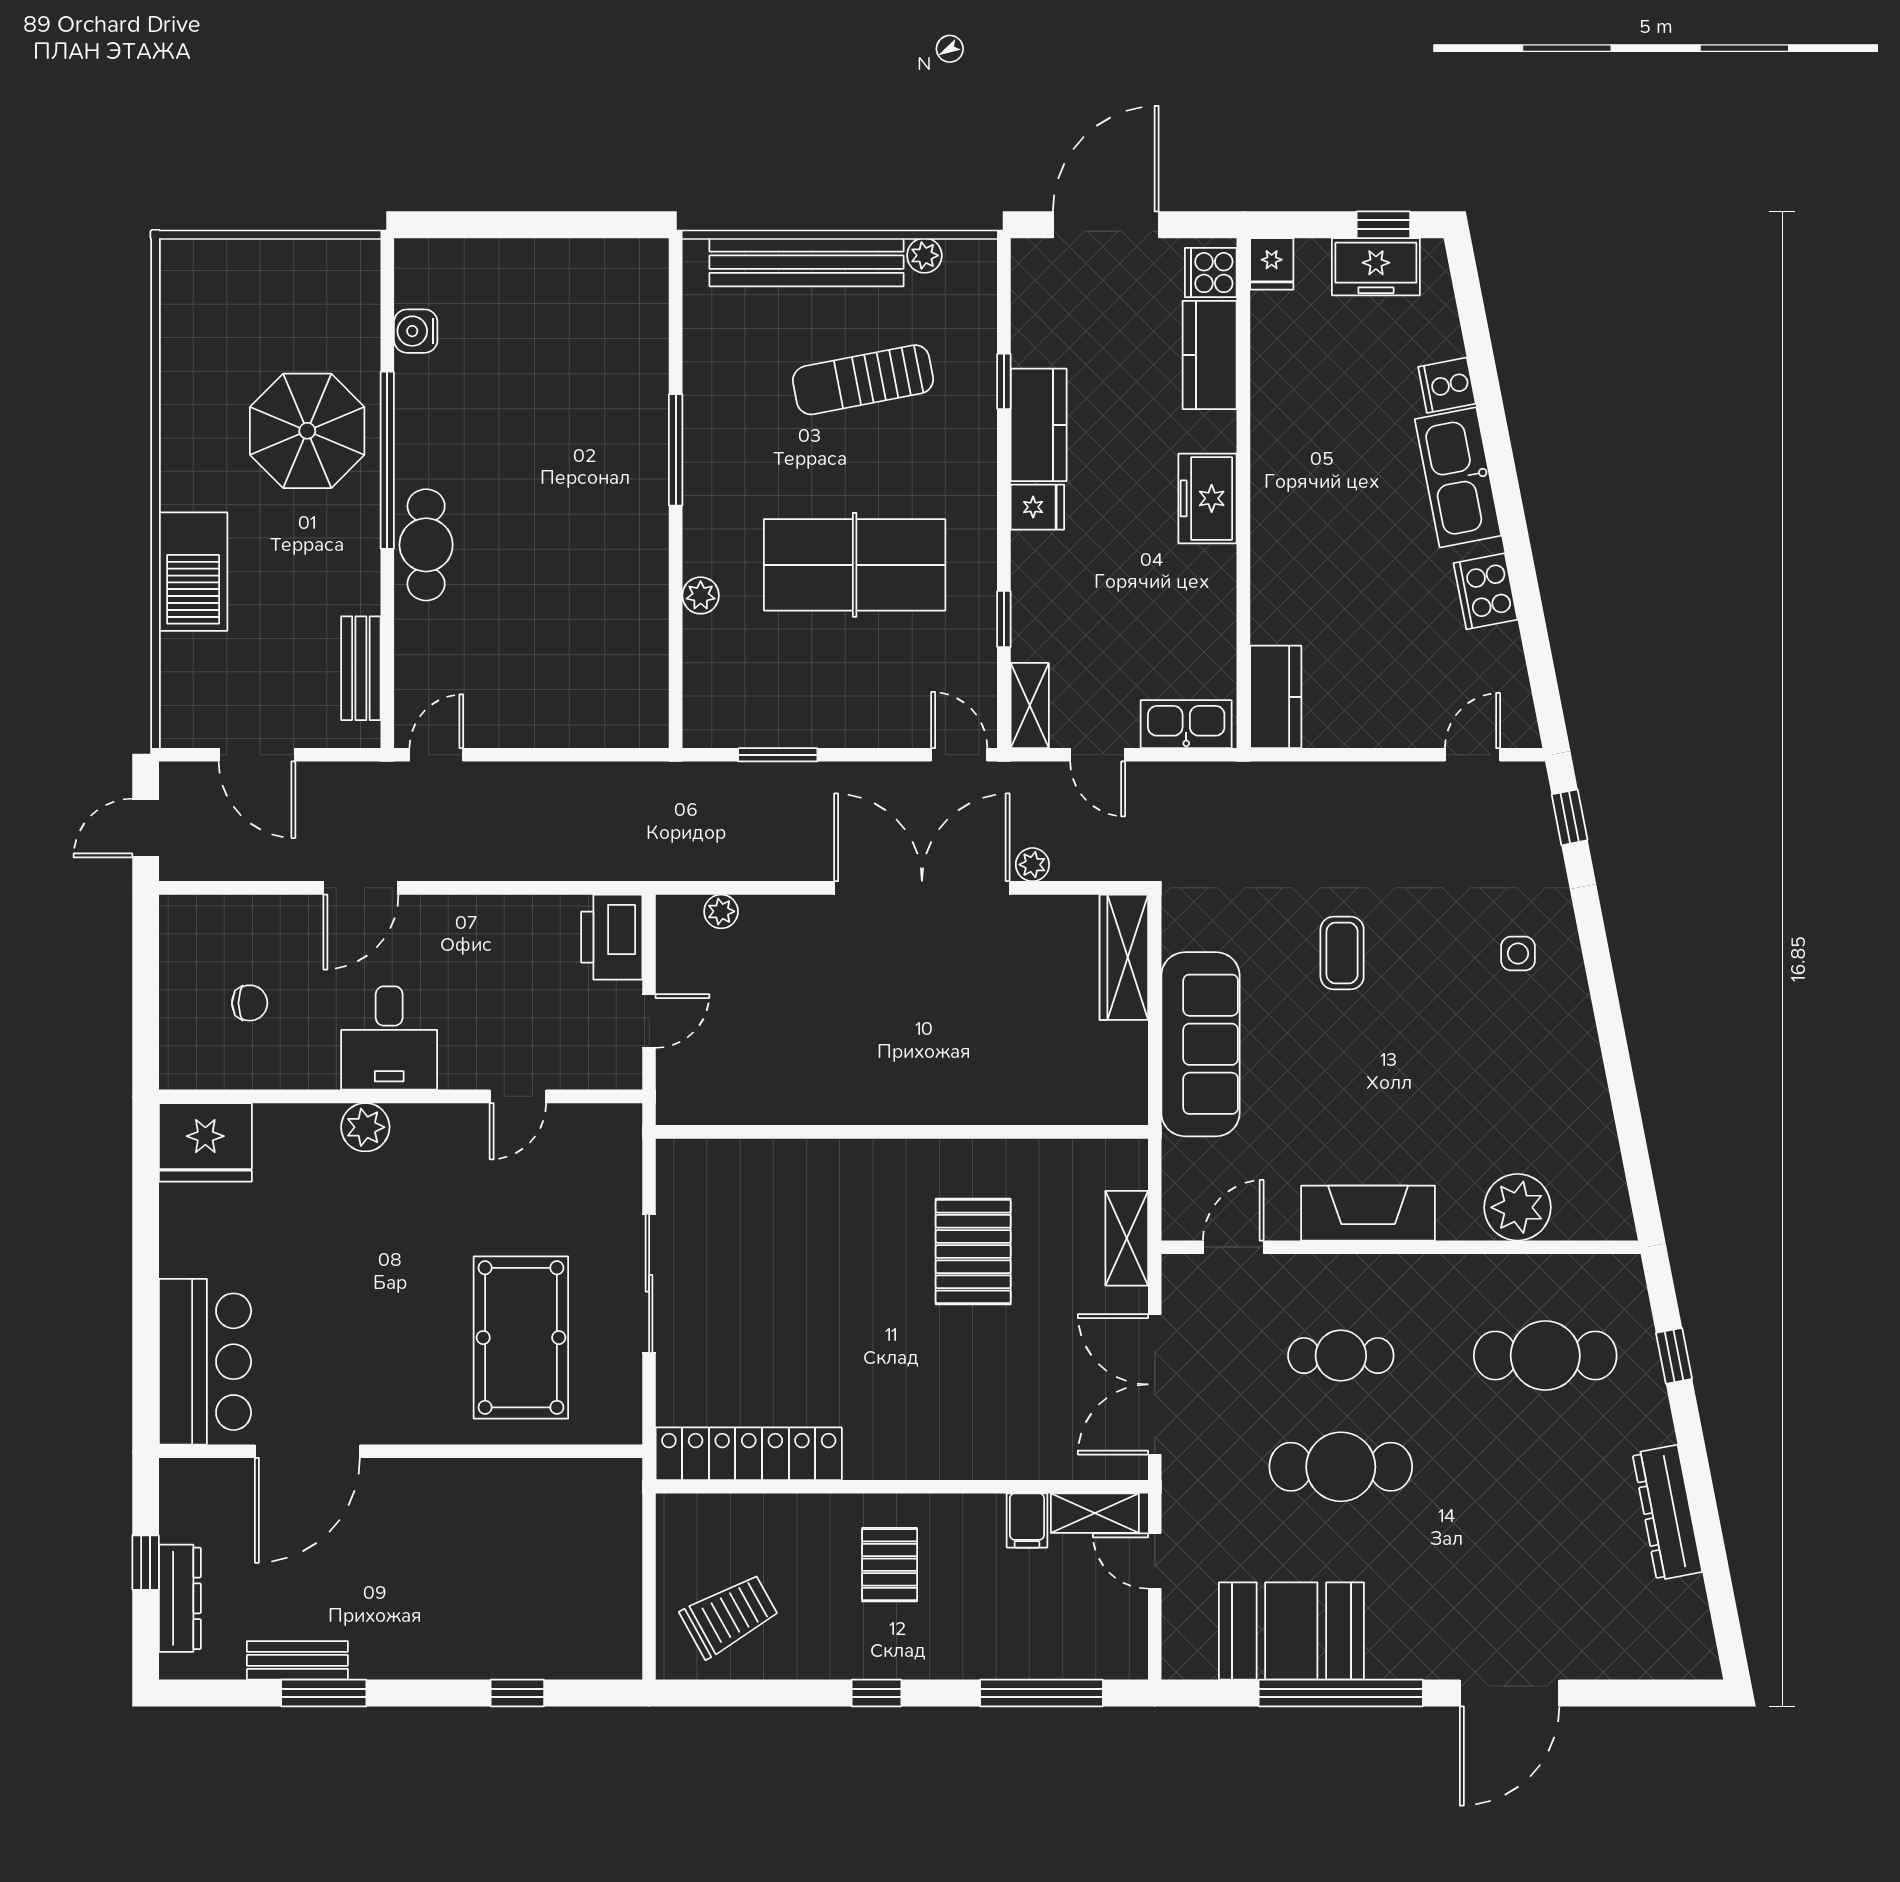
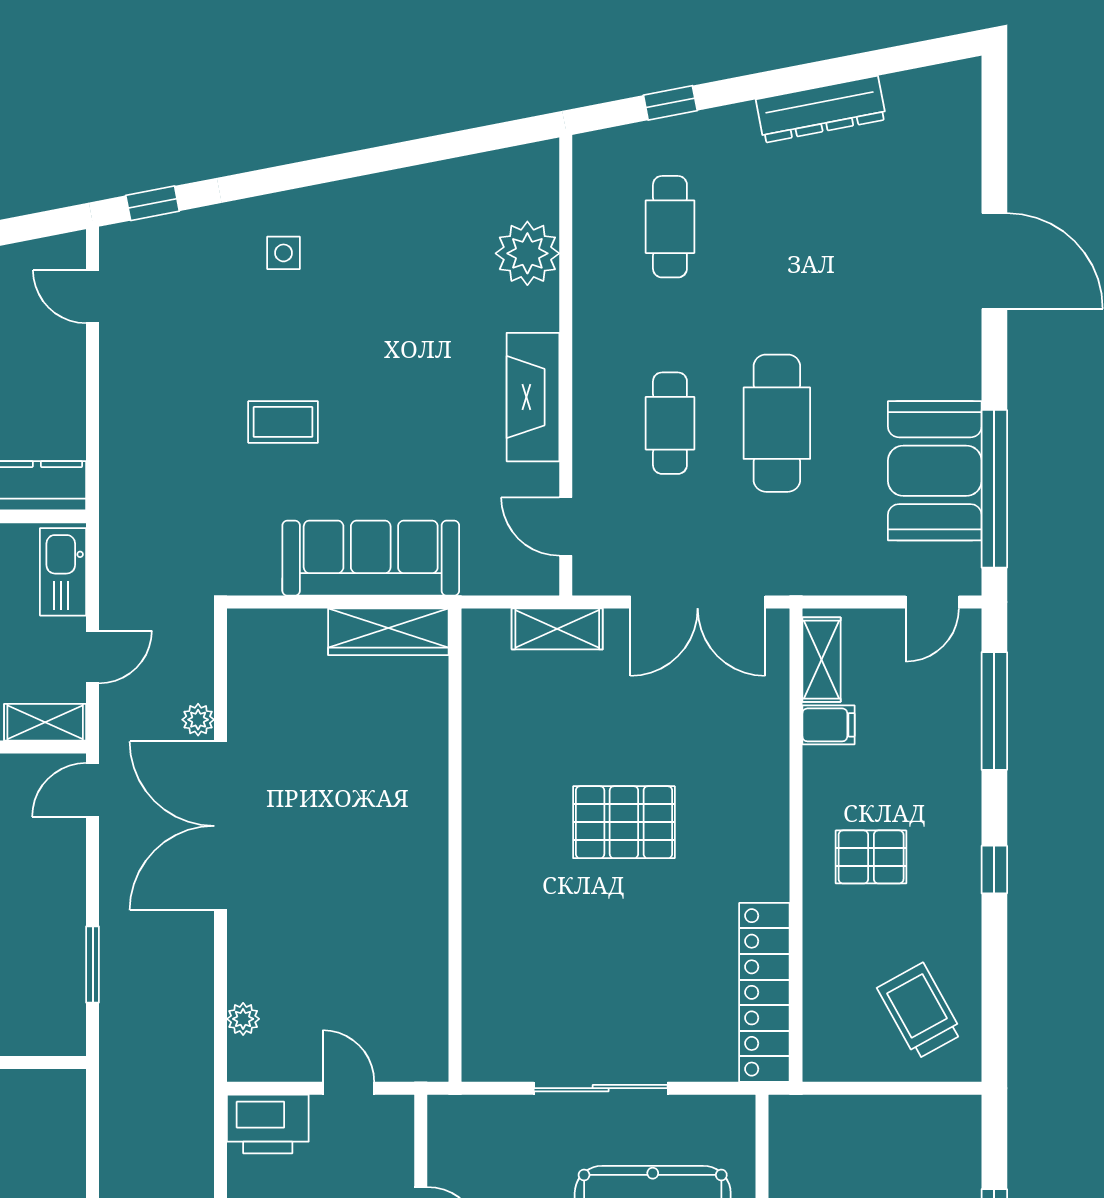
wardrobe: (1124, 957) -> (388, 632), moved
pallet: (973, 1252) -> (624, 822), moved
cafe table: (1545, 1356) -> (670, 227), width x0.73, depth x0.74
door: (1155, 1561) -> (932, 602), moved
window: (1341, 1693) -> (994, 489), moved

